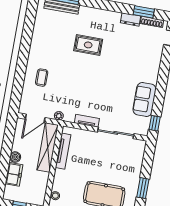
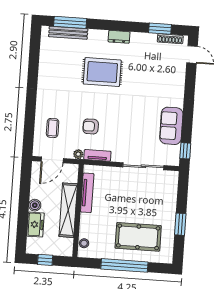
dresser: (130, 19) -> (119, 37), moved
rug: (88, 45) -> (102, 72), width x1.36, depth x1.43
coffee table: (42, 78) -> (53, 128), moved
armchair: (73, 92) -> (91, 126), added
tv unit: (87, 121) -> (97, 155), moved
shelving: (48, 147) -> (68, 210), moved

